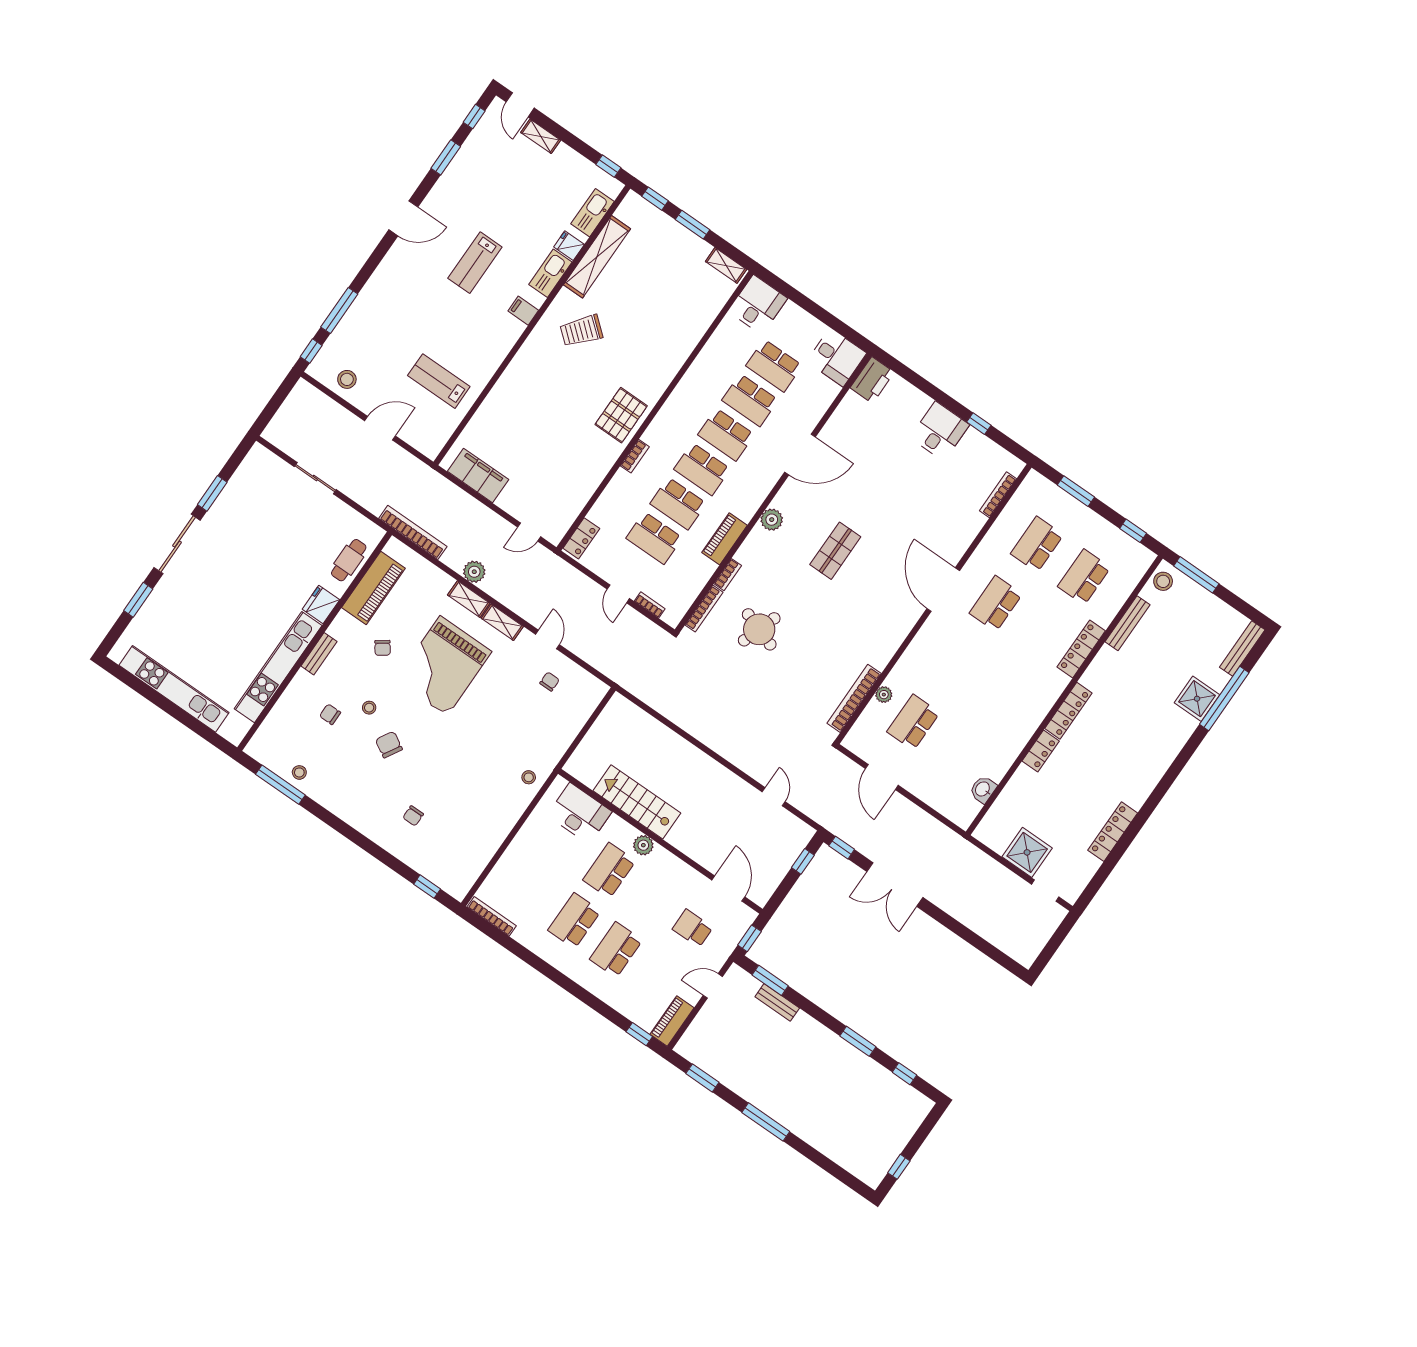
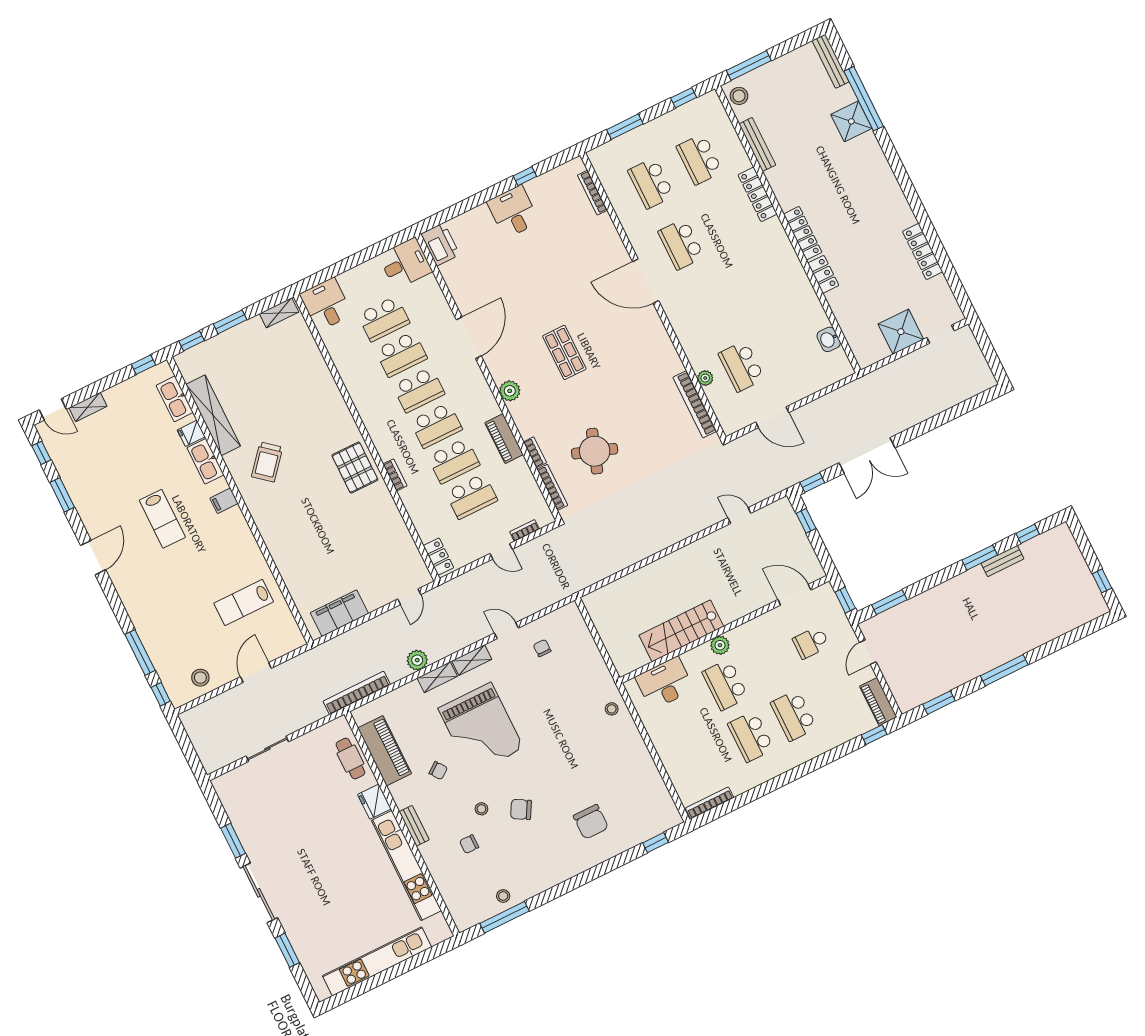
chair: (413, 816) -> (591, 822), width x1.87, depth x1.87
bench: (777, 1002) -> (1002, 561), moved

